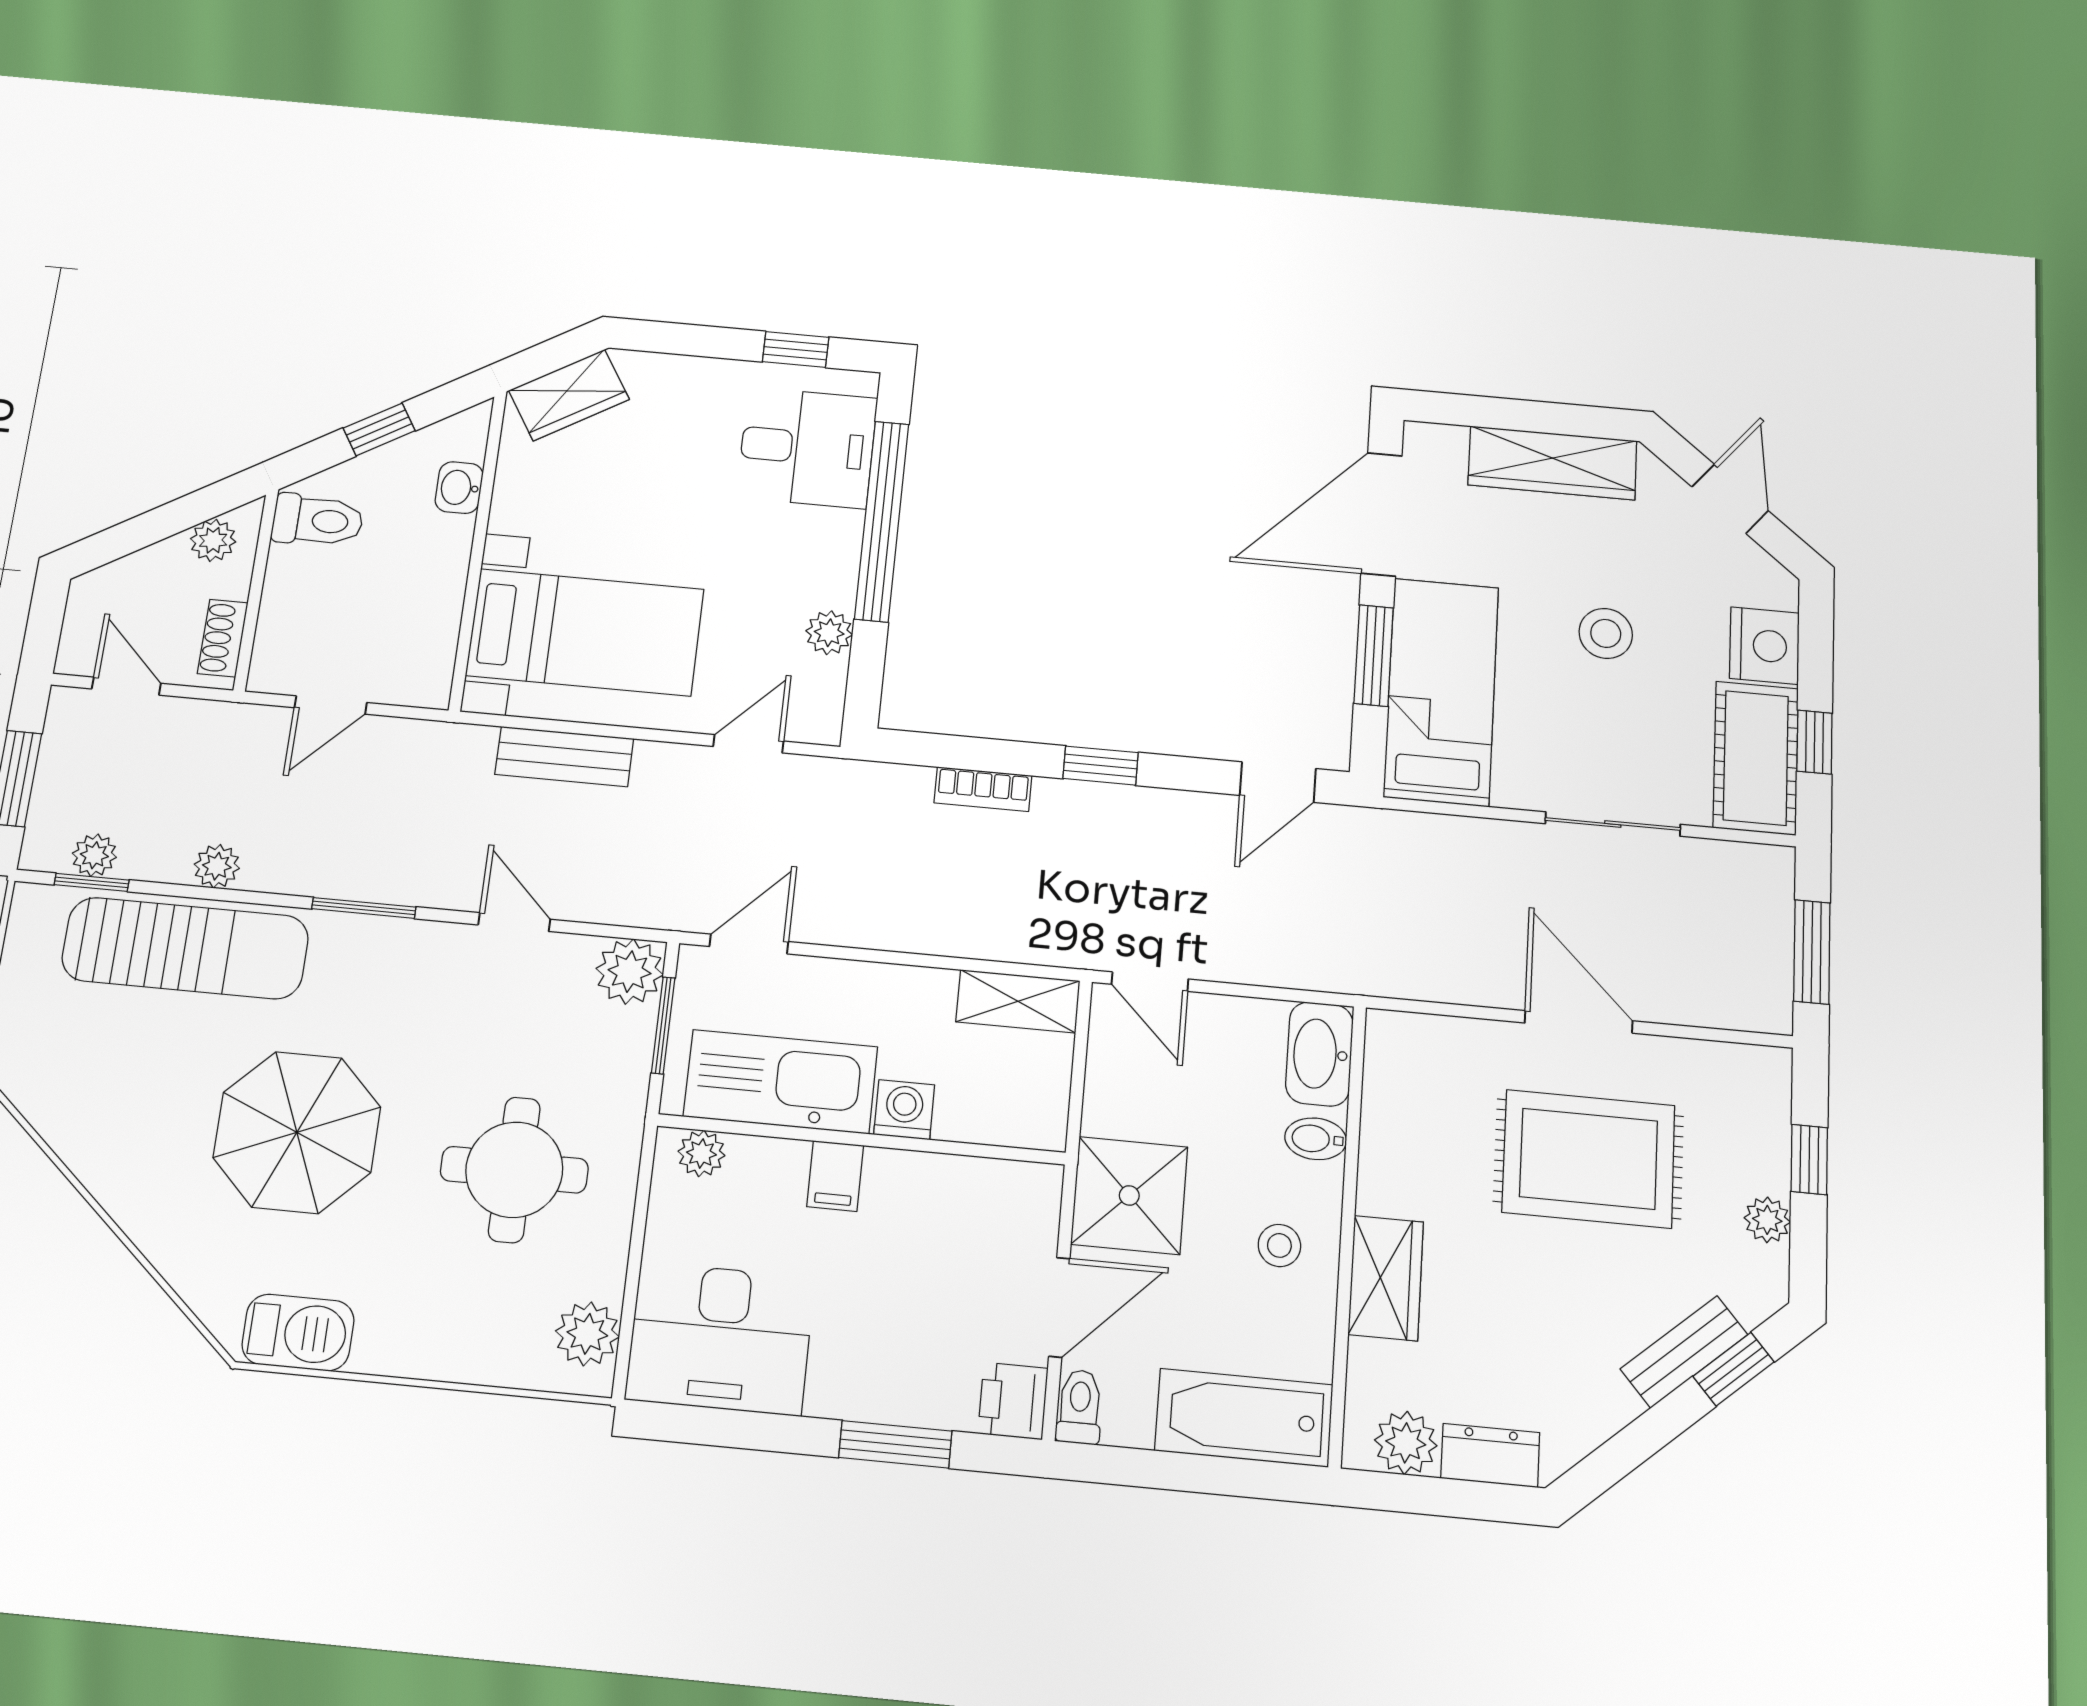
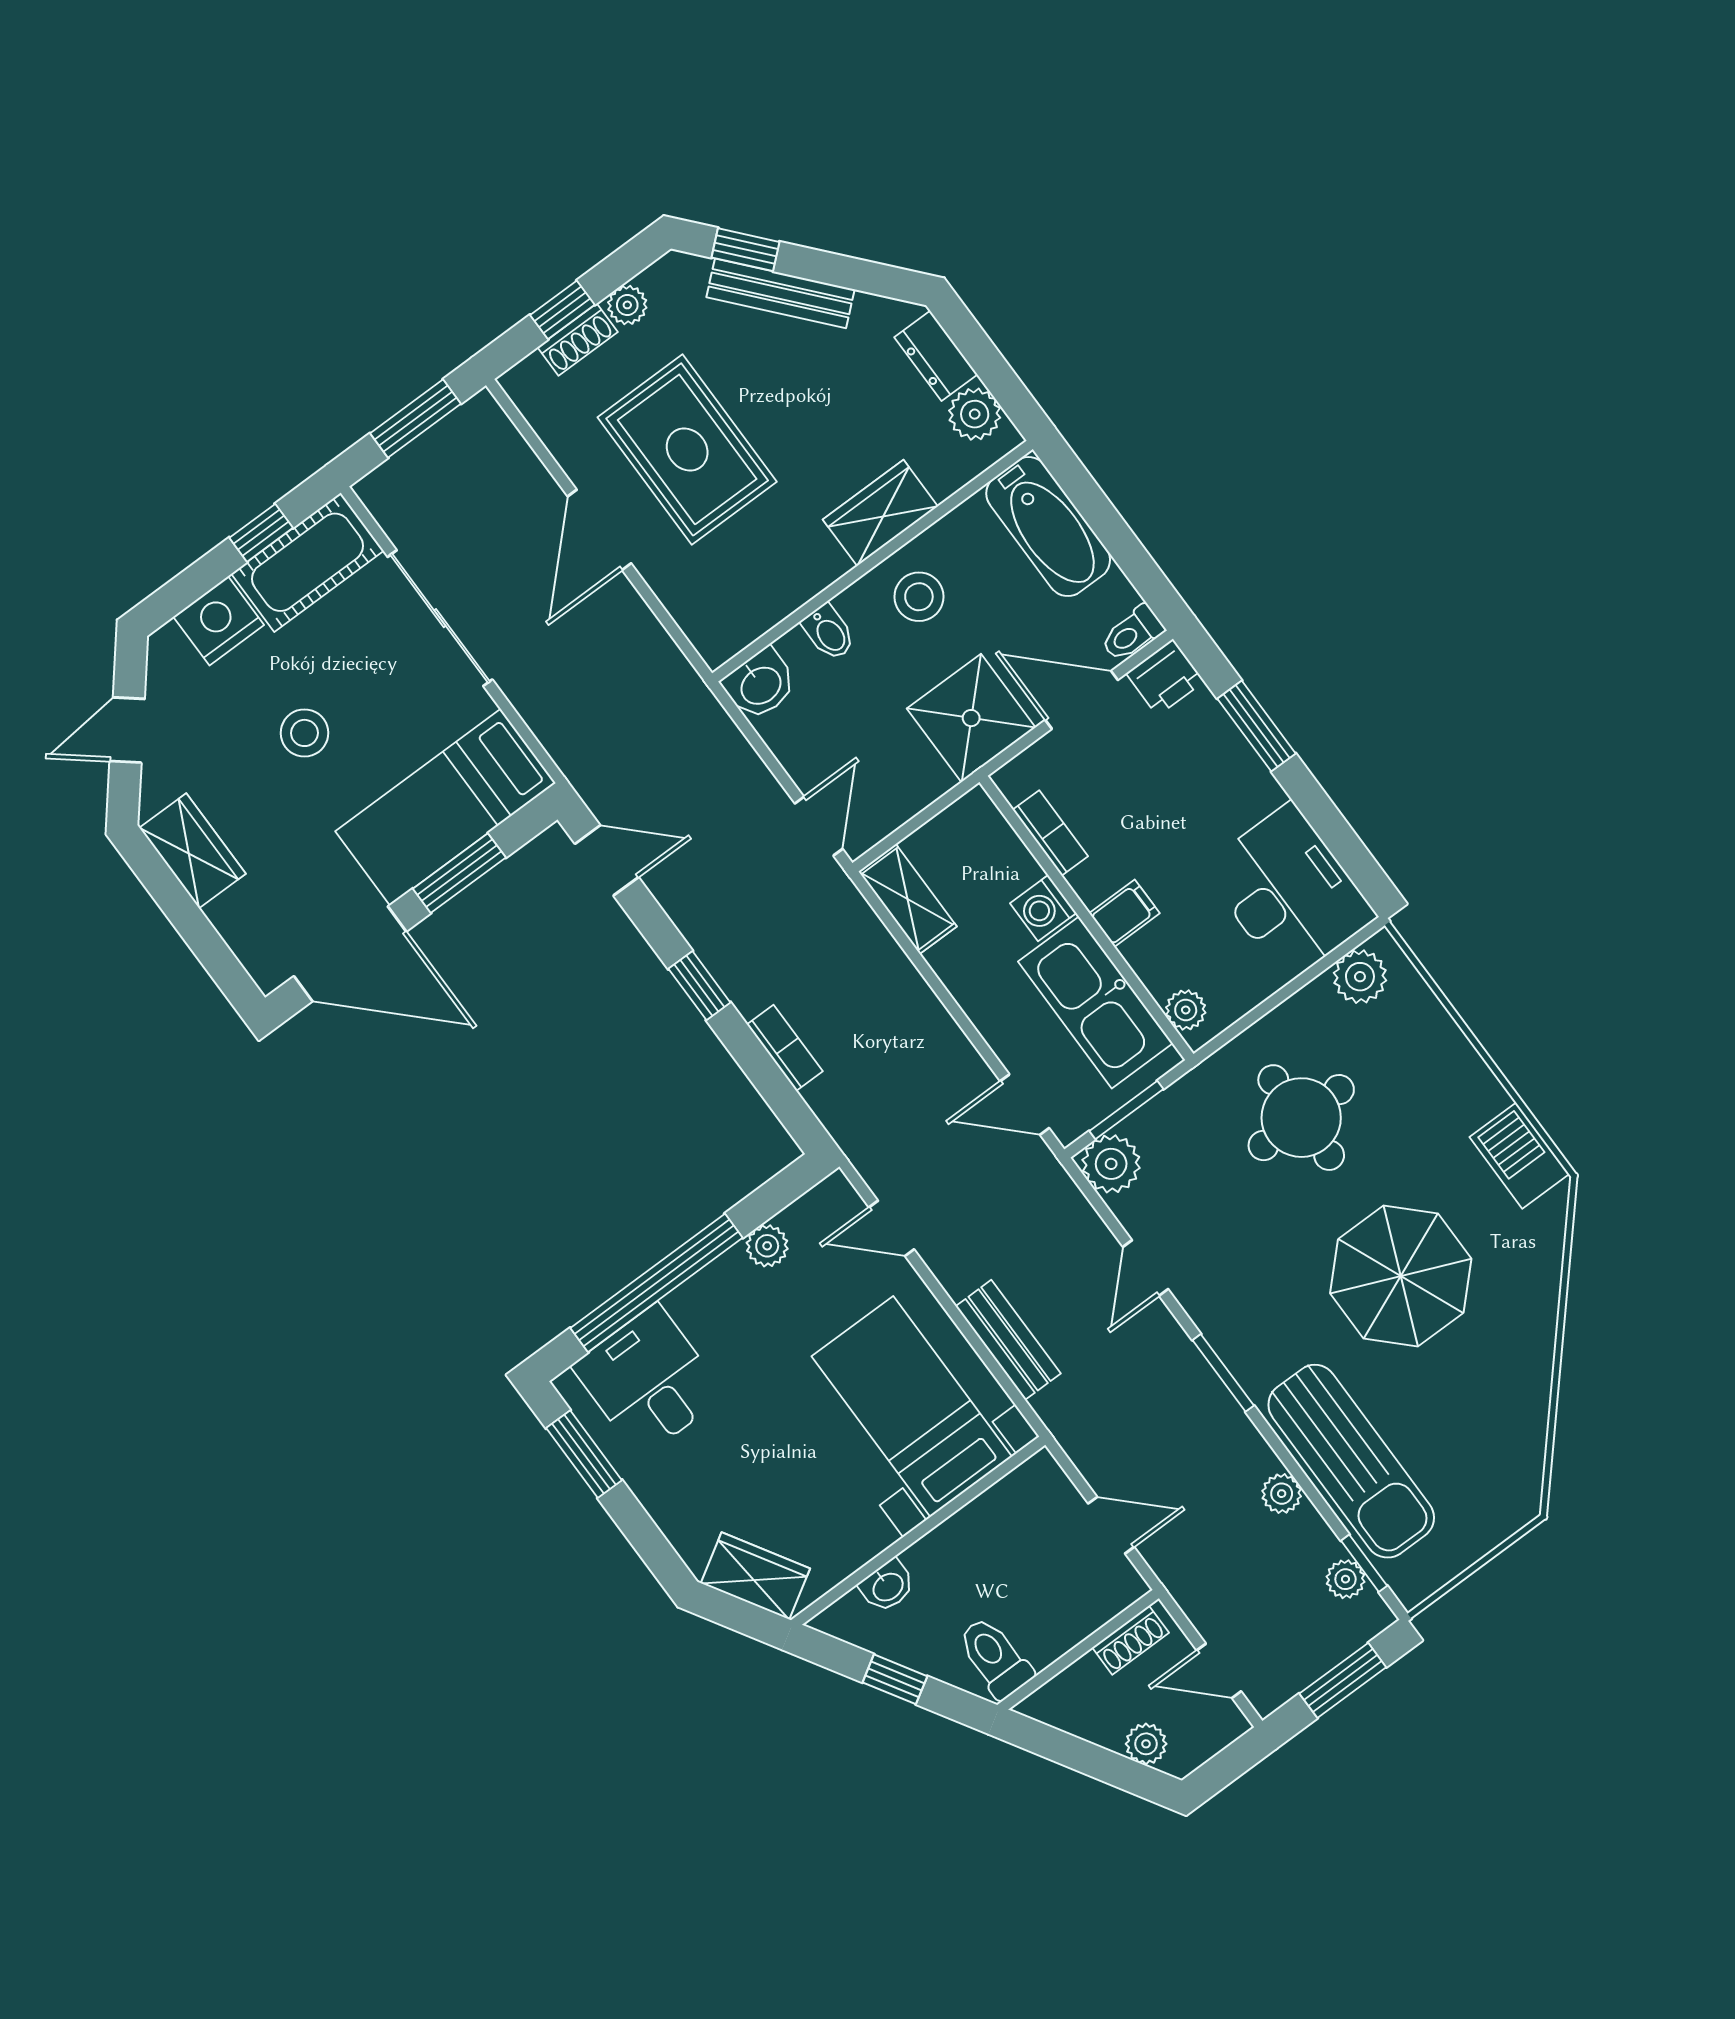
window: (796, 349) -> (584, 1454), width x1.50
wardrobe: (1552, 463) -> (193, 851), width x0.67
plant: (213, 540) -> (1146, 1744), moved
door: (126, 686) -> (1219, 1671), hinge flipped
sliding door: (1613, 824) -> (440, 618), width x1.37
sun lounger: (185, 948) -> (1351, 1461), turned 180
washbasin: (1319, 1054) -> (760, 684), width x0.72
shoe rack: (1770, 1150) -> (578, 340), added
bookcase: (965, 1174) -> (1050, 833), added
stool: (1279, 1245) -> (919, 597), width x1.37, depth x1.37
bench: (1684, 1352) -> (780, 293), width x1.36

